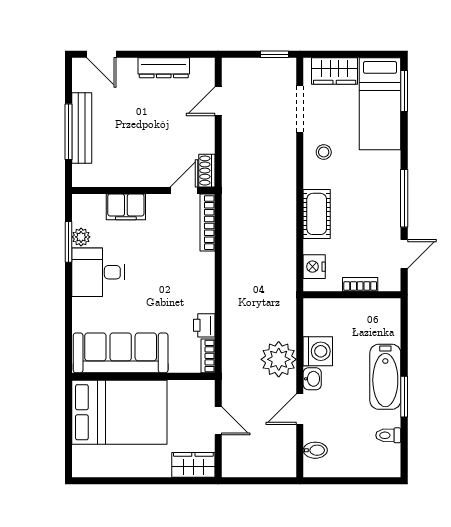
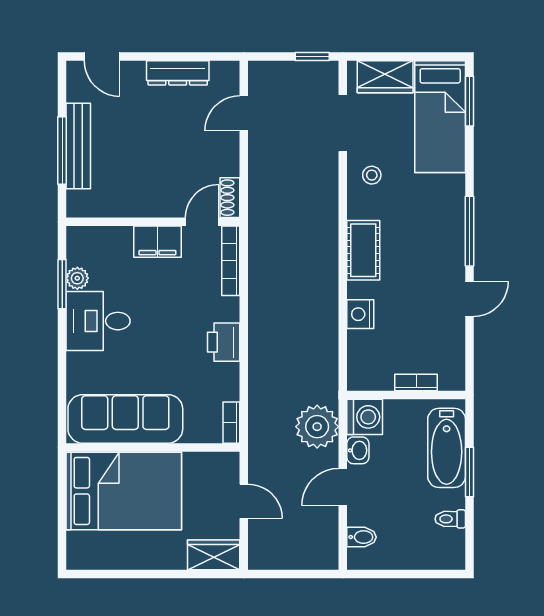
filing cabinet: (126, 207) -> (157, 242), moved
bookcase: (360, 284) -> (416, 383), moved
wall: (352, 295) -> (406, 395), moved
printer: (204, 325) -> (224, 342), moved, width x1.36, depth x1.24

